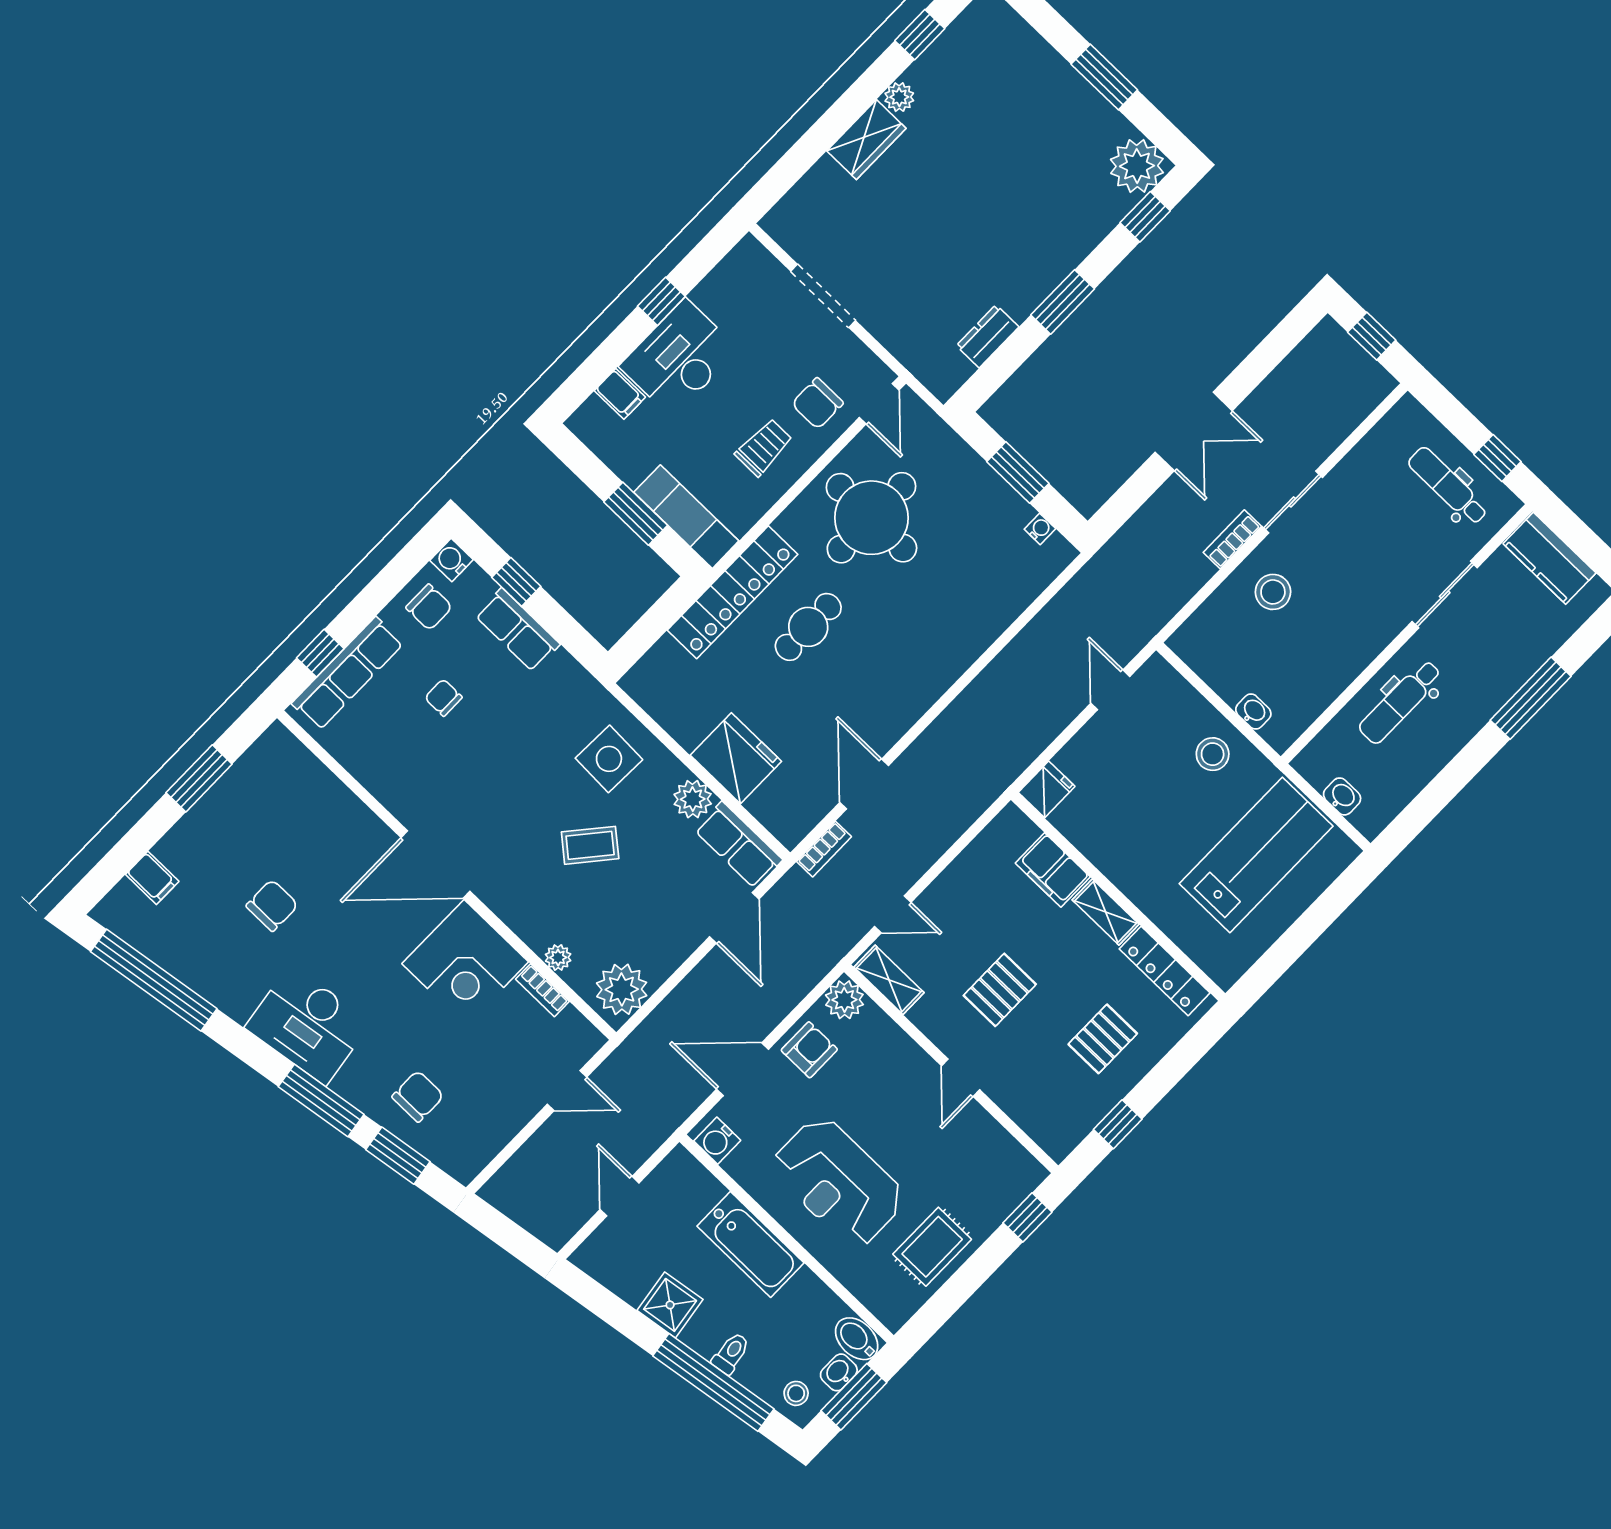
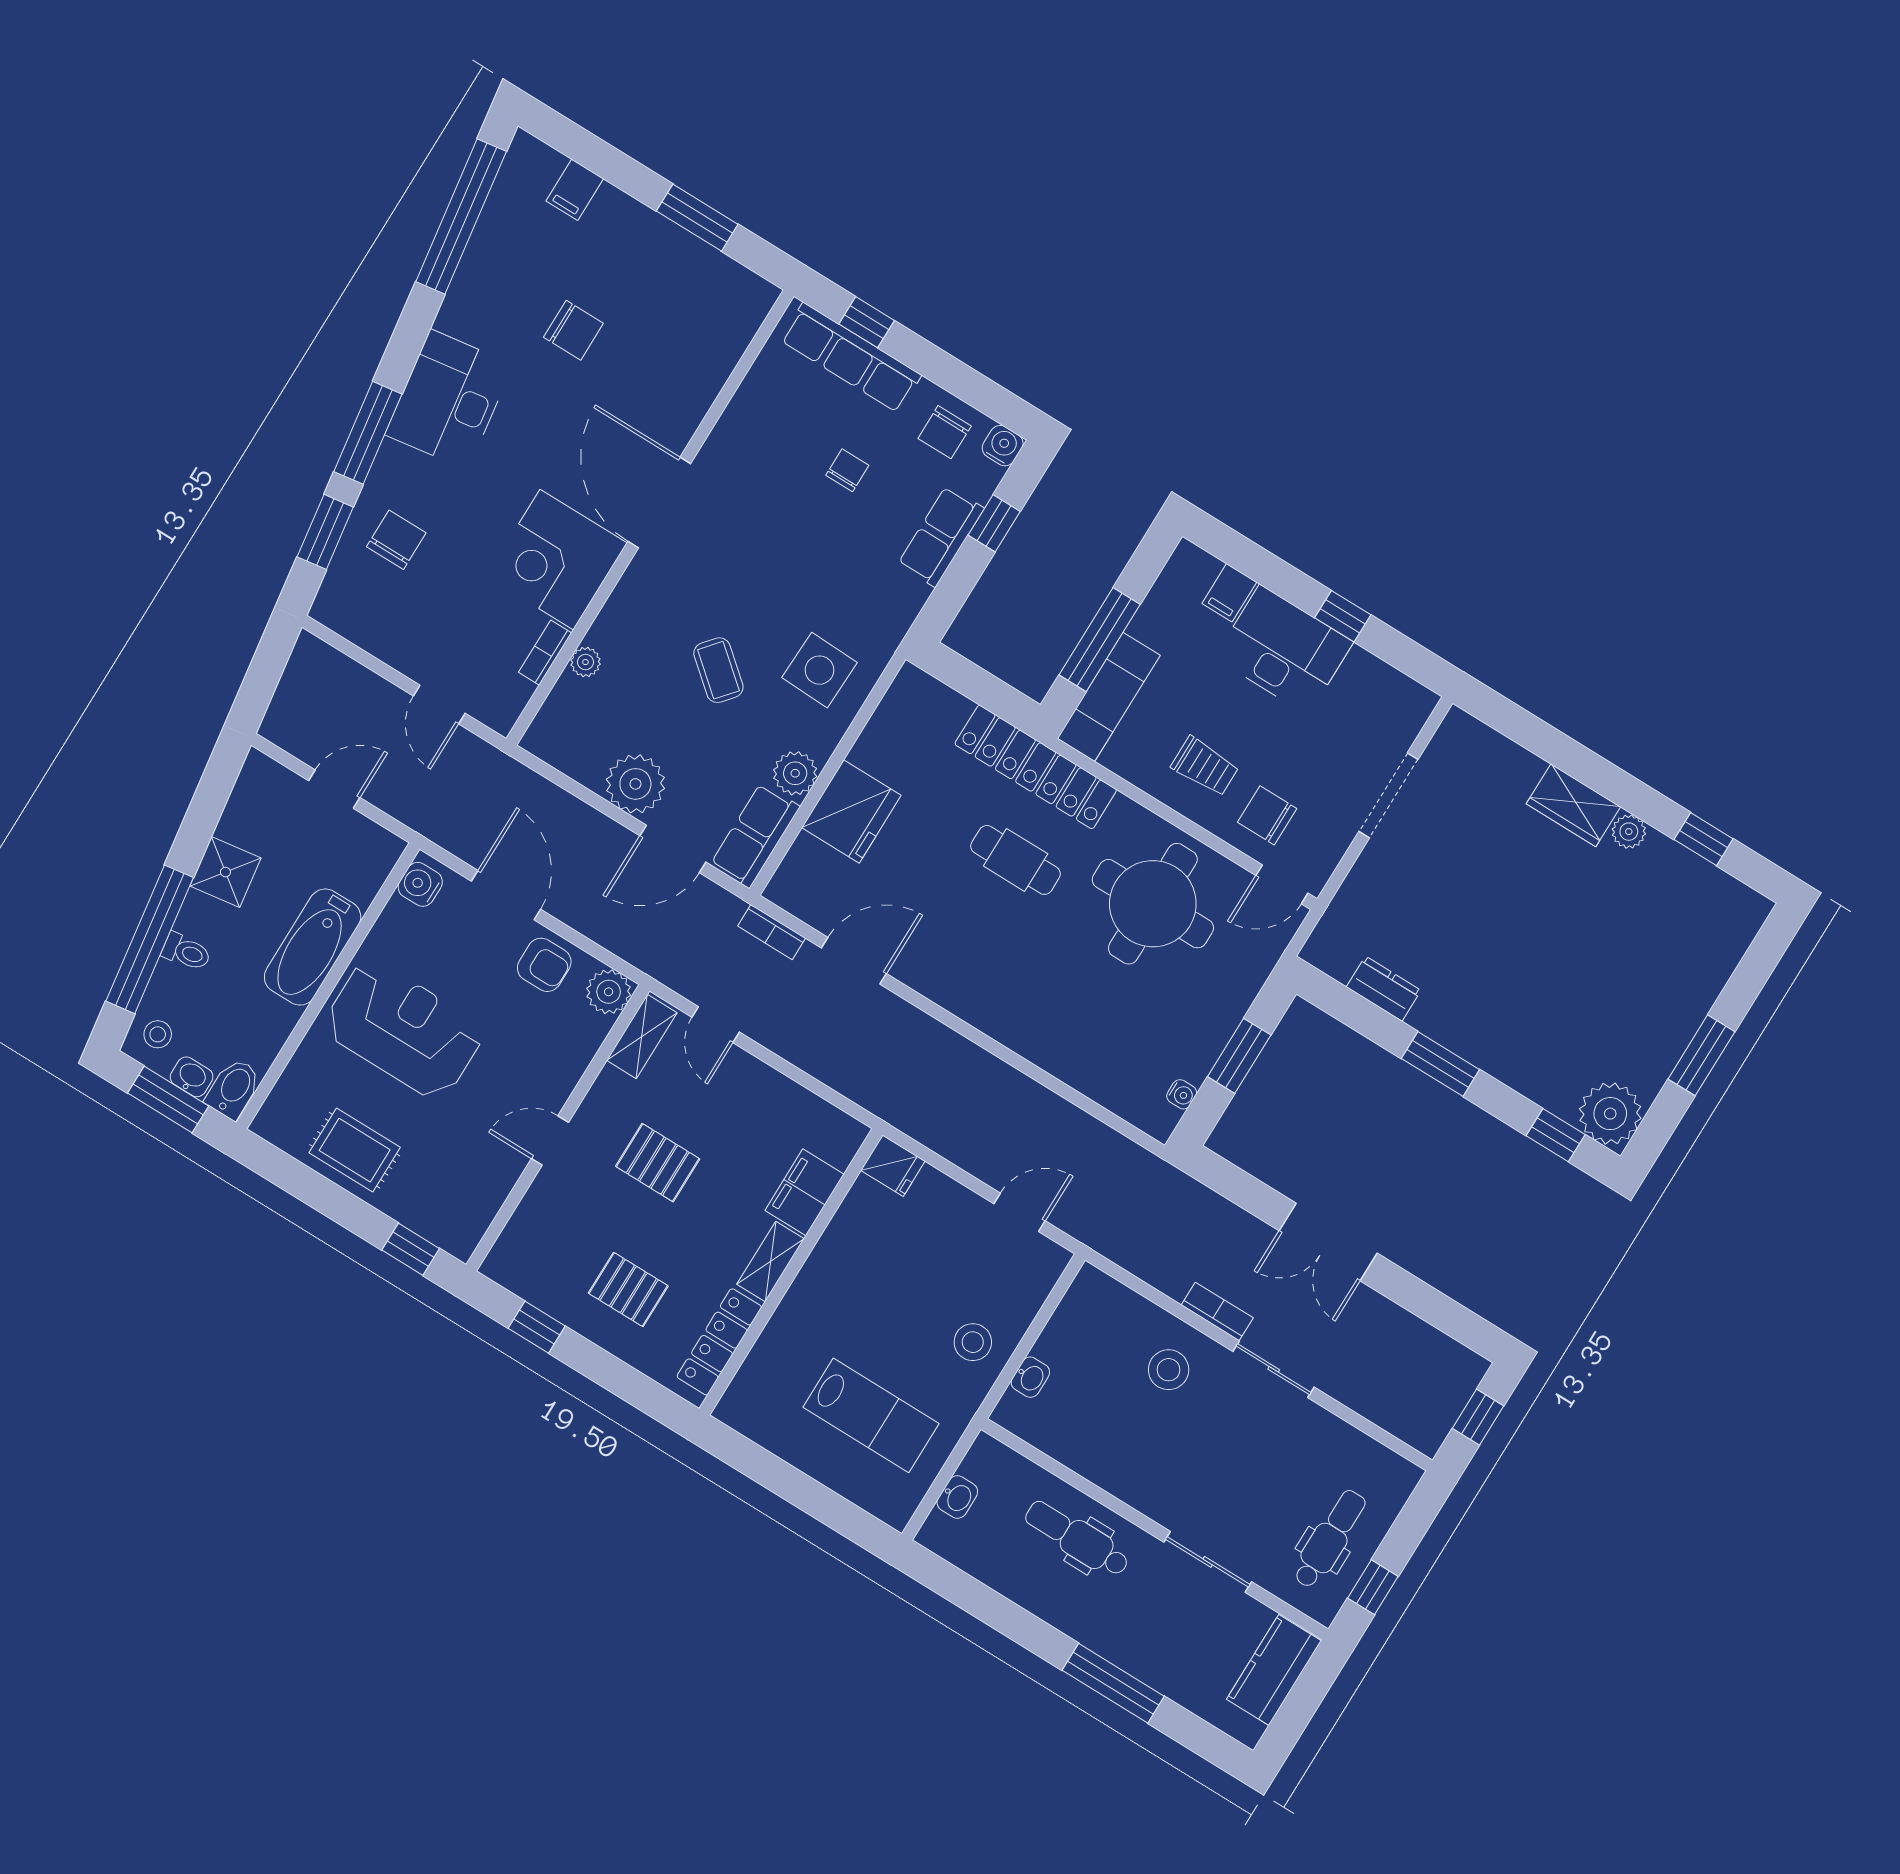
window: (636, 514) -> (1100, 640), width x1.44
lab bench: (1256, 855) -> (871, 1415), width x0.73, depth x0.72
plant: (622, 989) -> (635, 784), moved
chair: (418, 1096) -> (396, 540), turned -90
reception desk: (838, 1182) -> (404, 1029), turned 90

